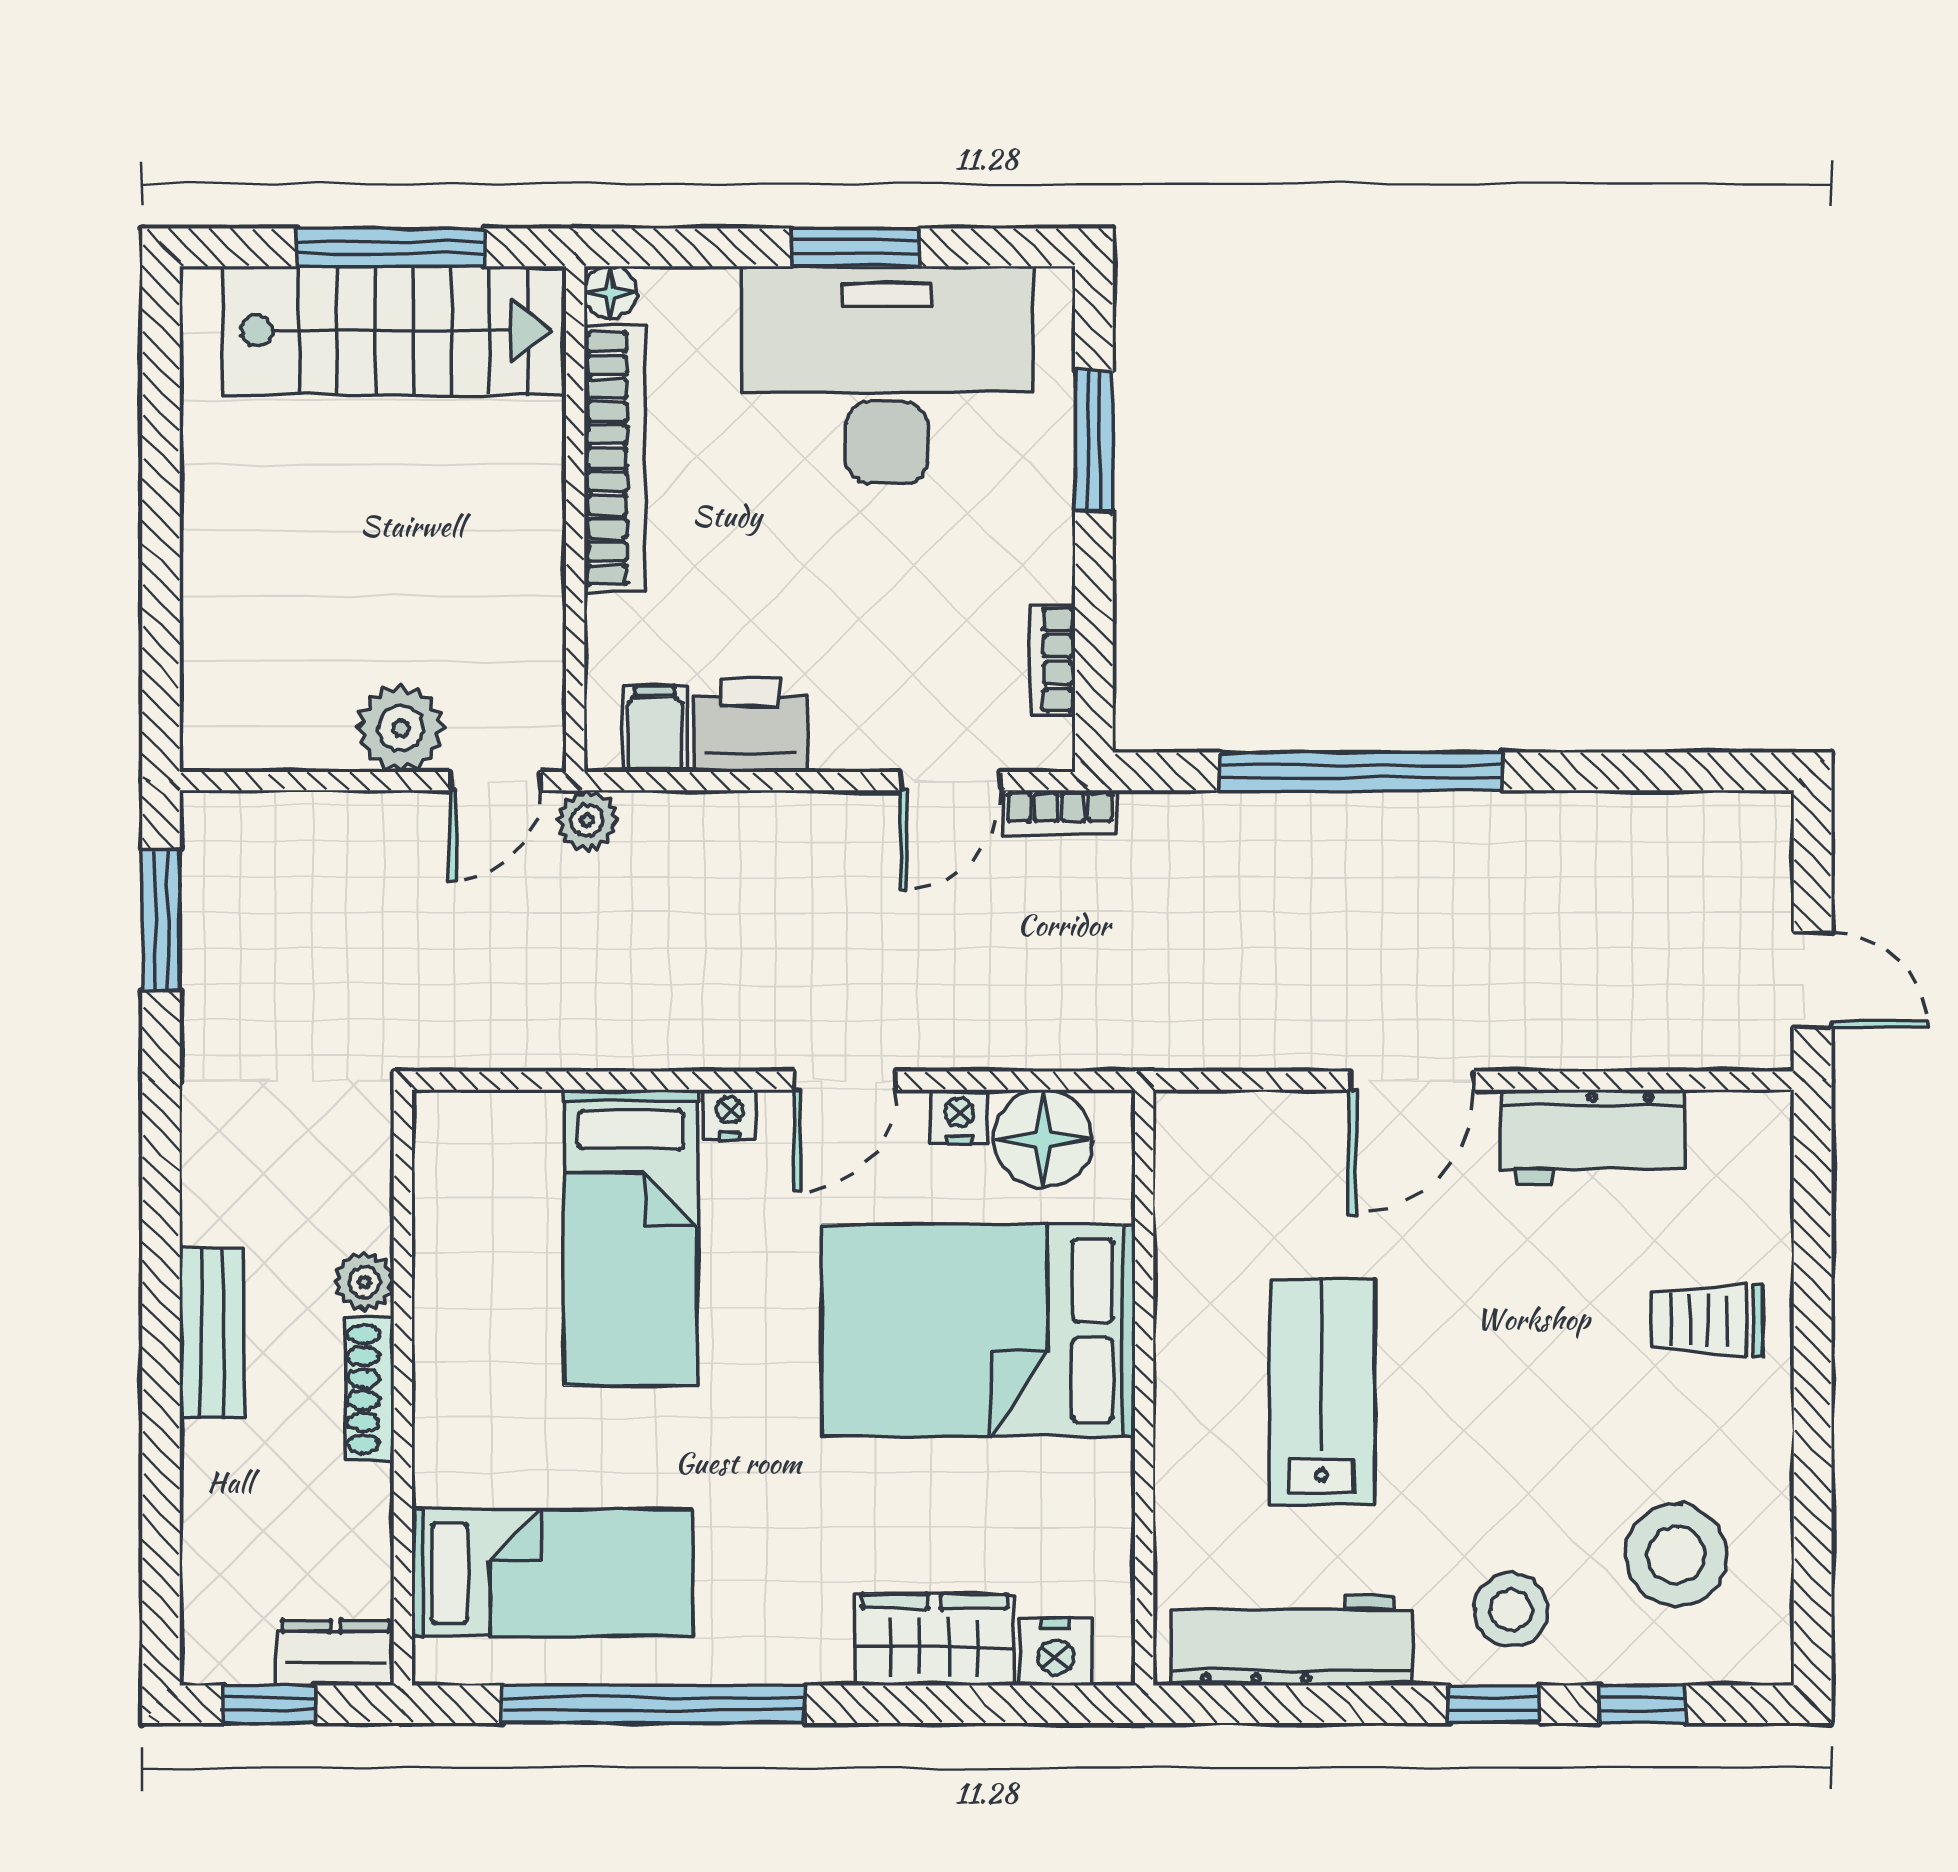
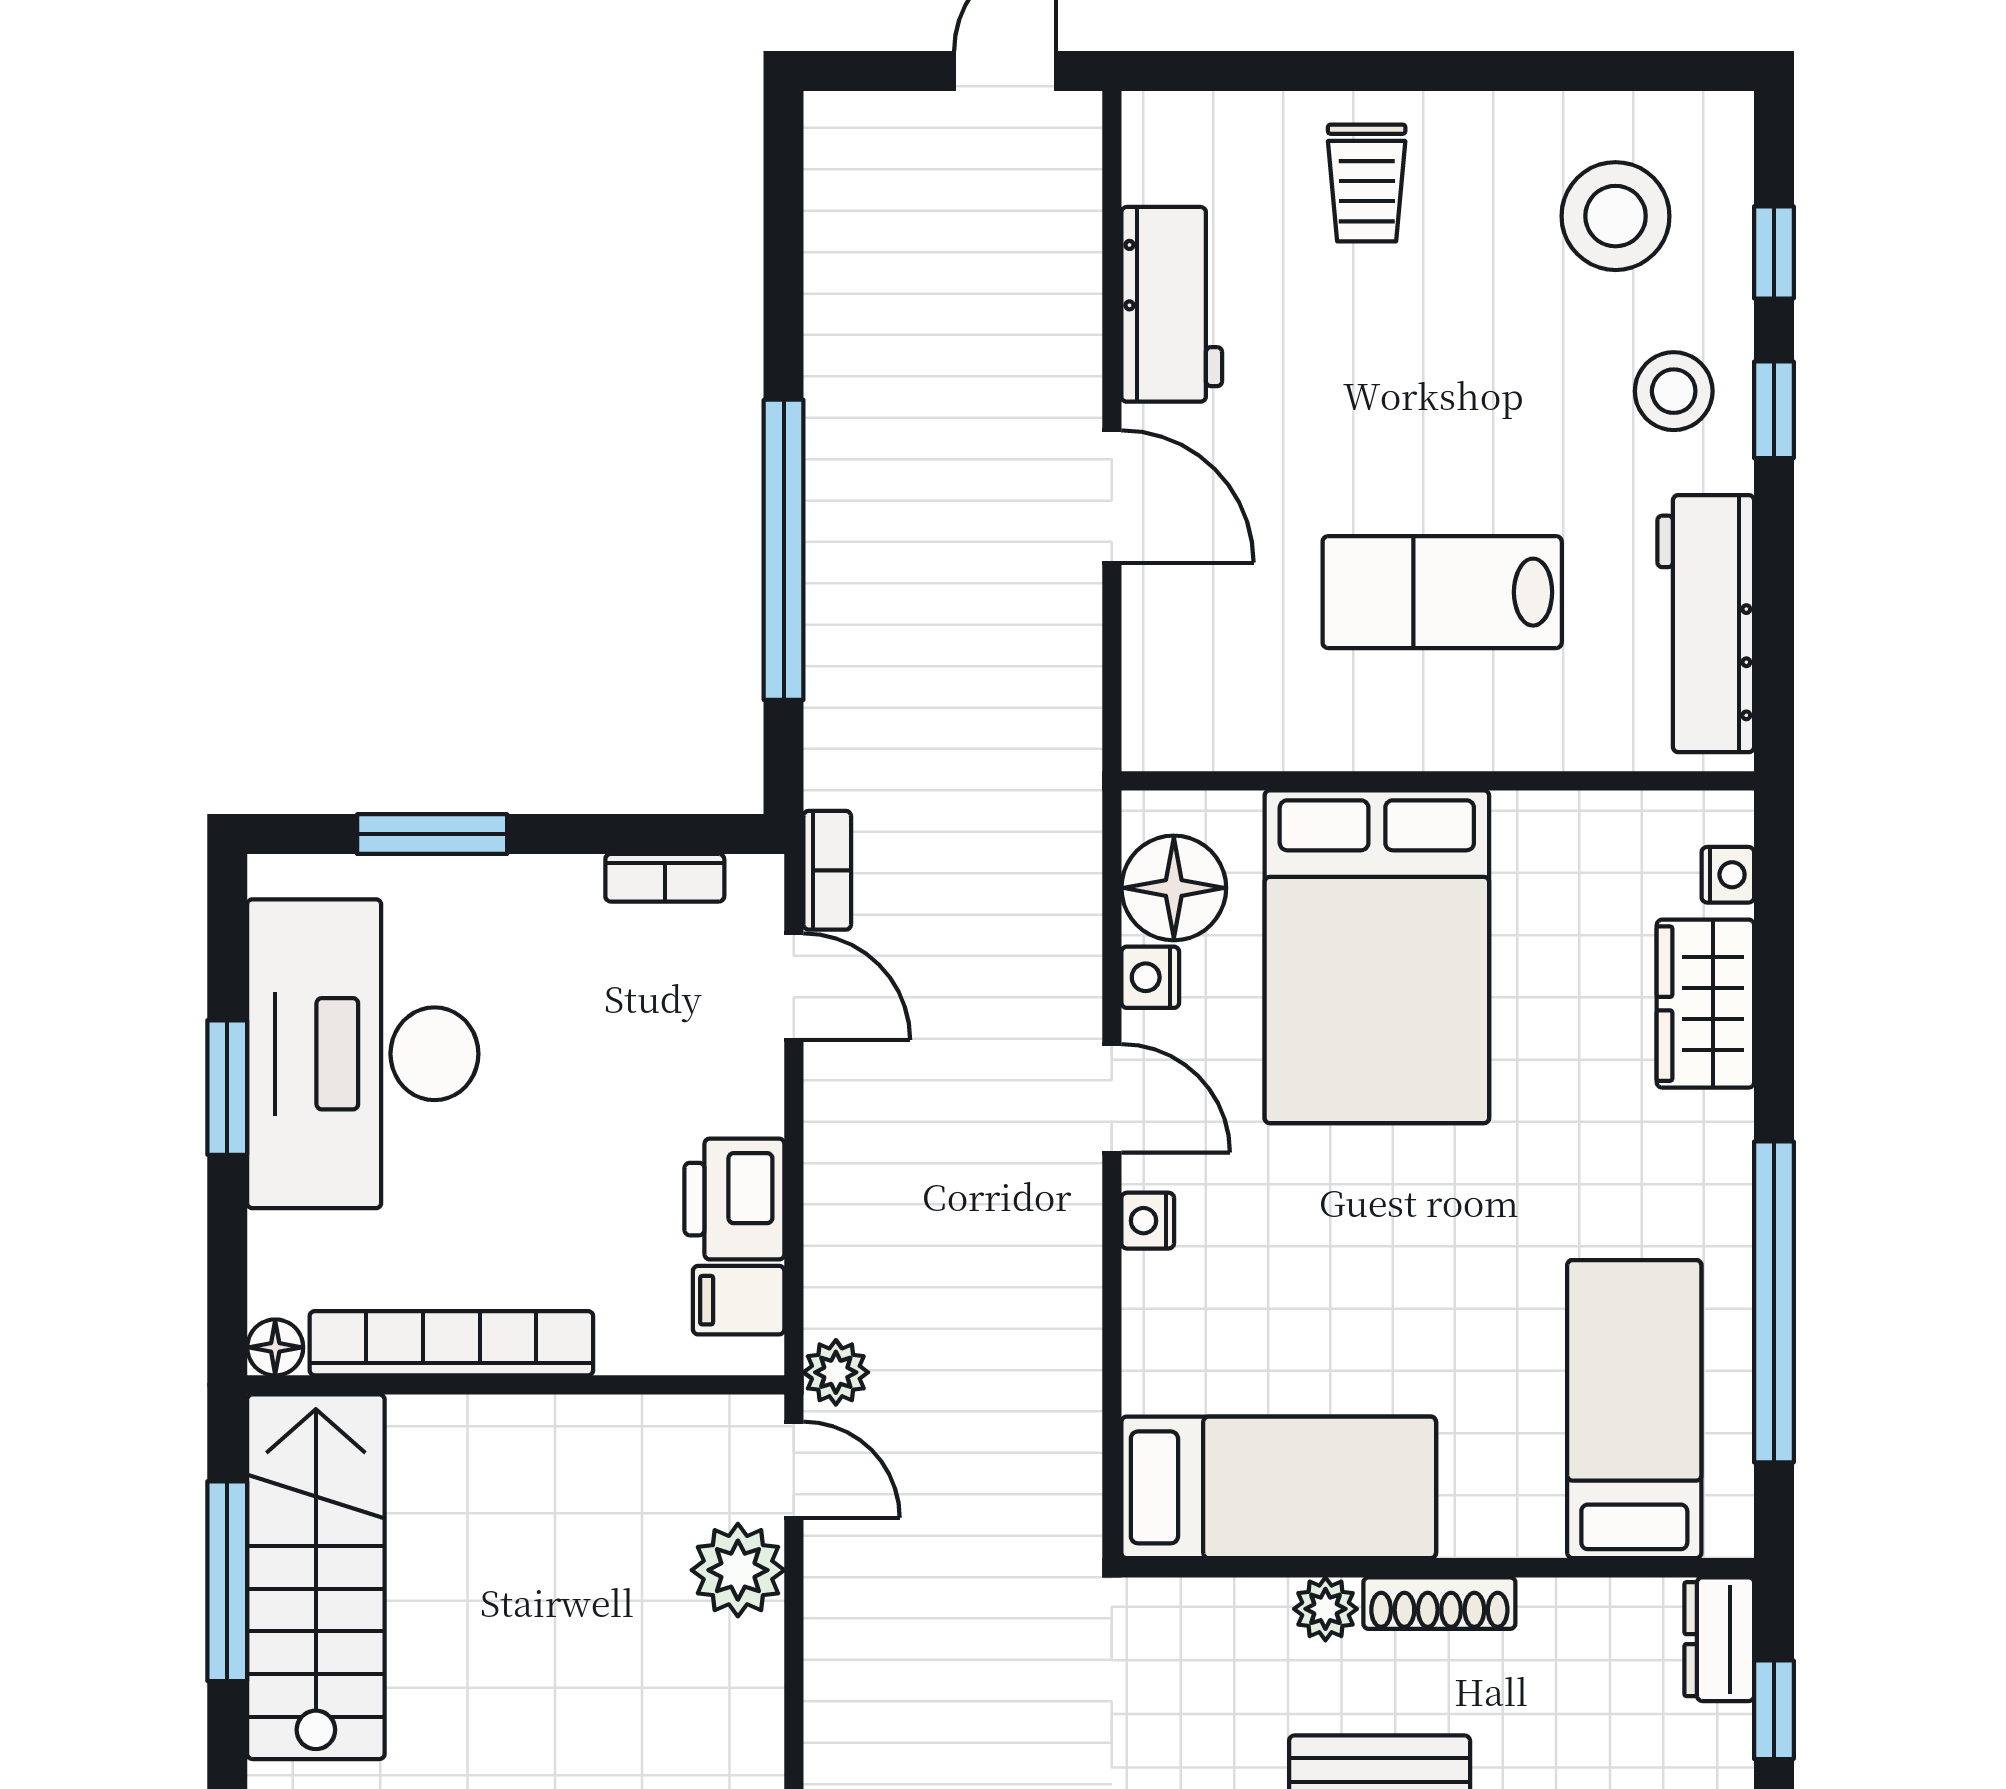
bed: (631, 1238) -> (1279, 1487), moved
nightstand: (1056, 1652) -> (1728, 875), width x0.72, depth x0.74

